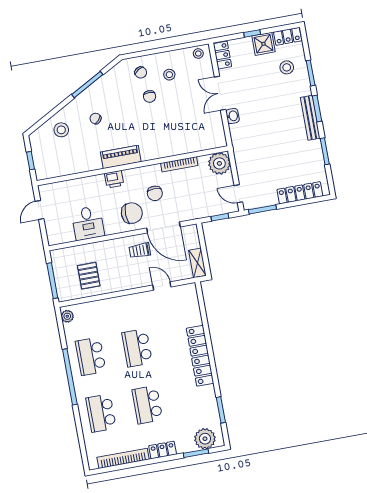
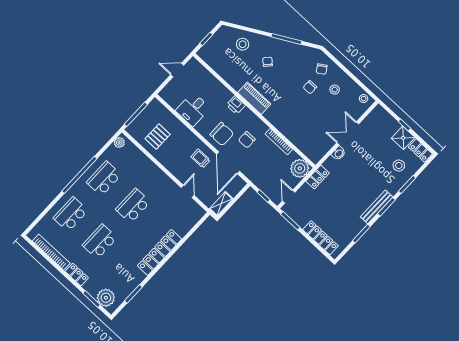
locker: (222, 55) -> (318, 177), moved

